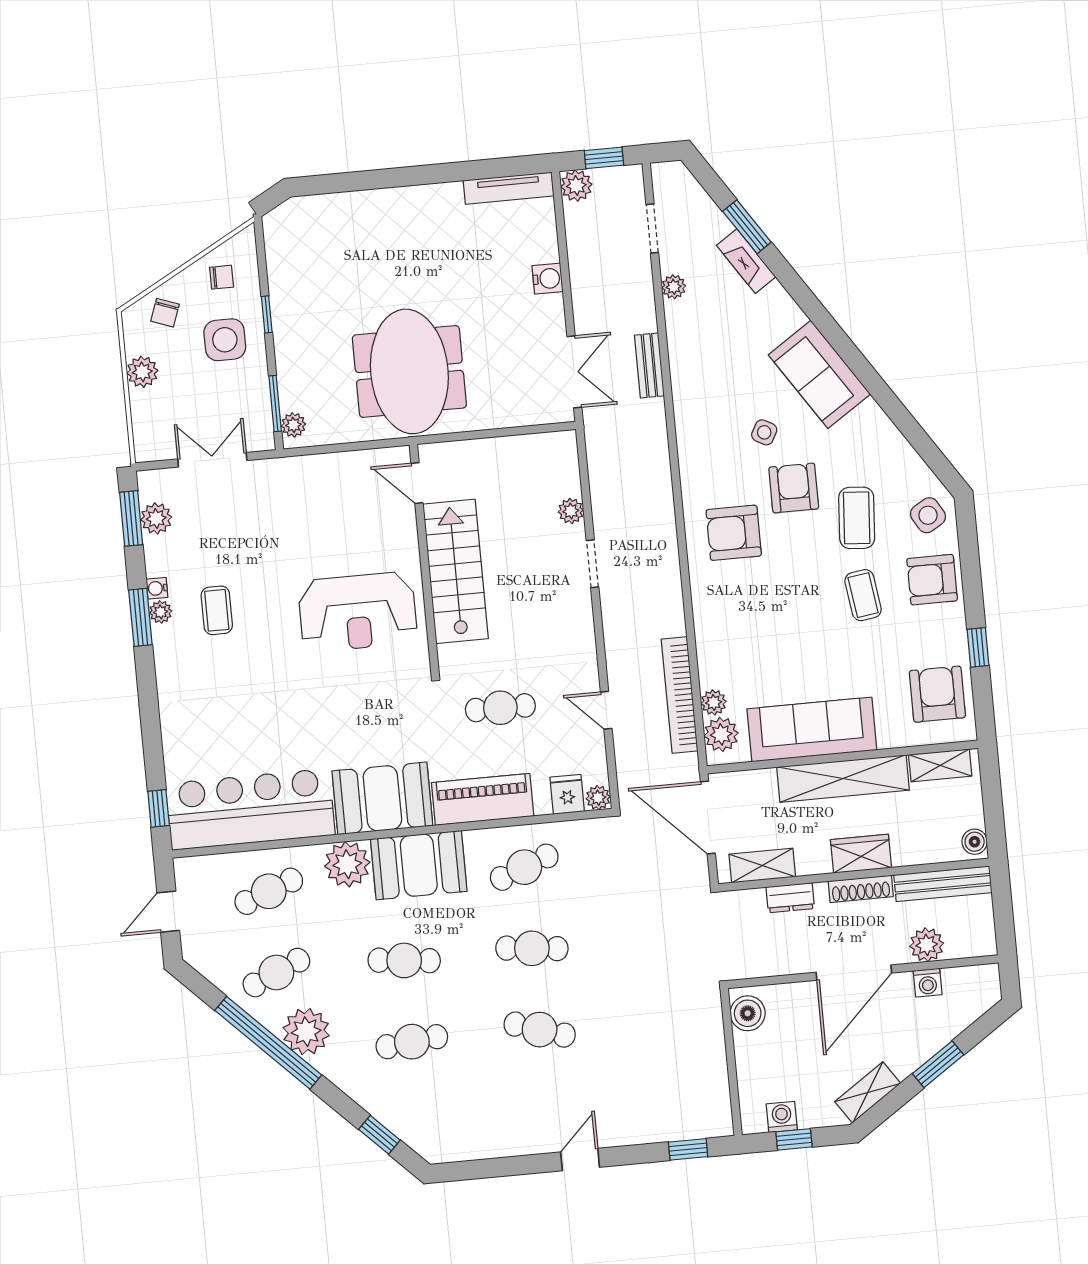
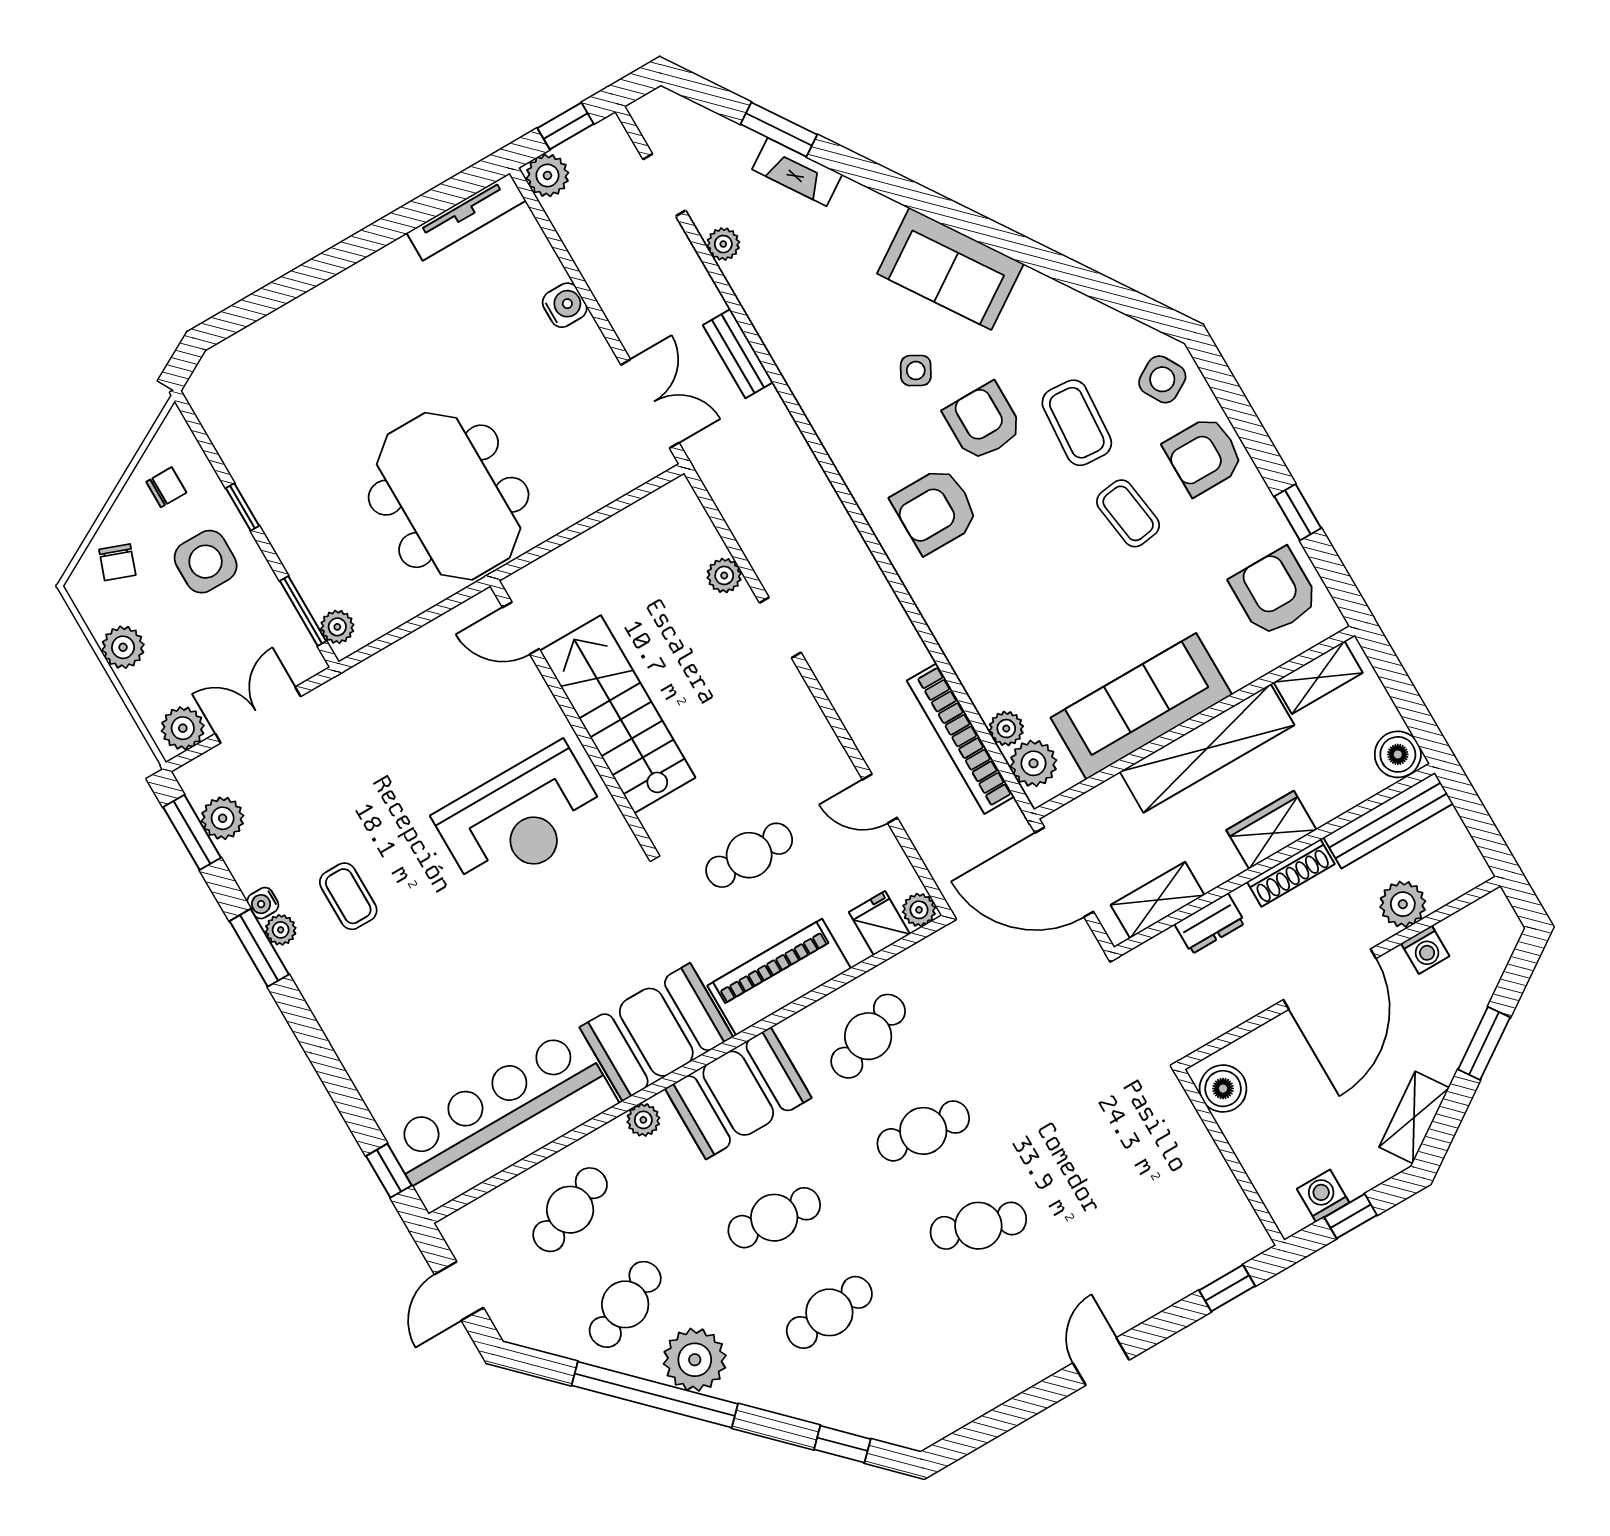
plant: (157, 445) -> (183, 728), added
boiler: (975, 842) -> (1398, 754), width x1.36, depth x1.36
plant: (347, 864) -> (643, 1120), width x0.53, depth x0.53

